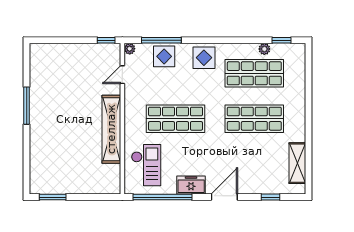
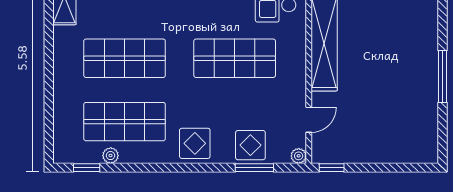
window: (161, 40) -> (254, 168), width x0.69

